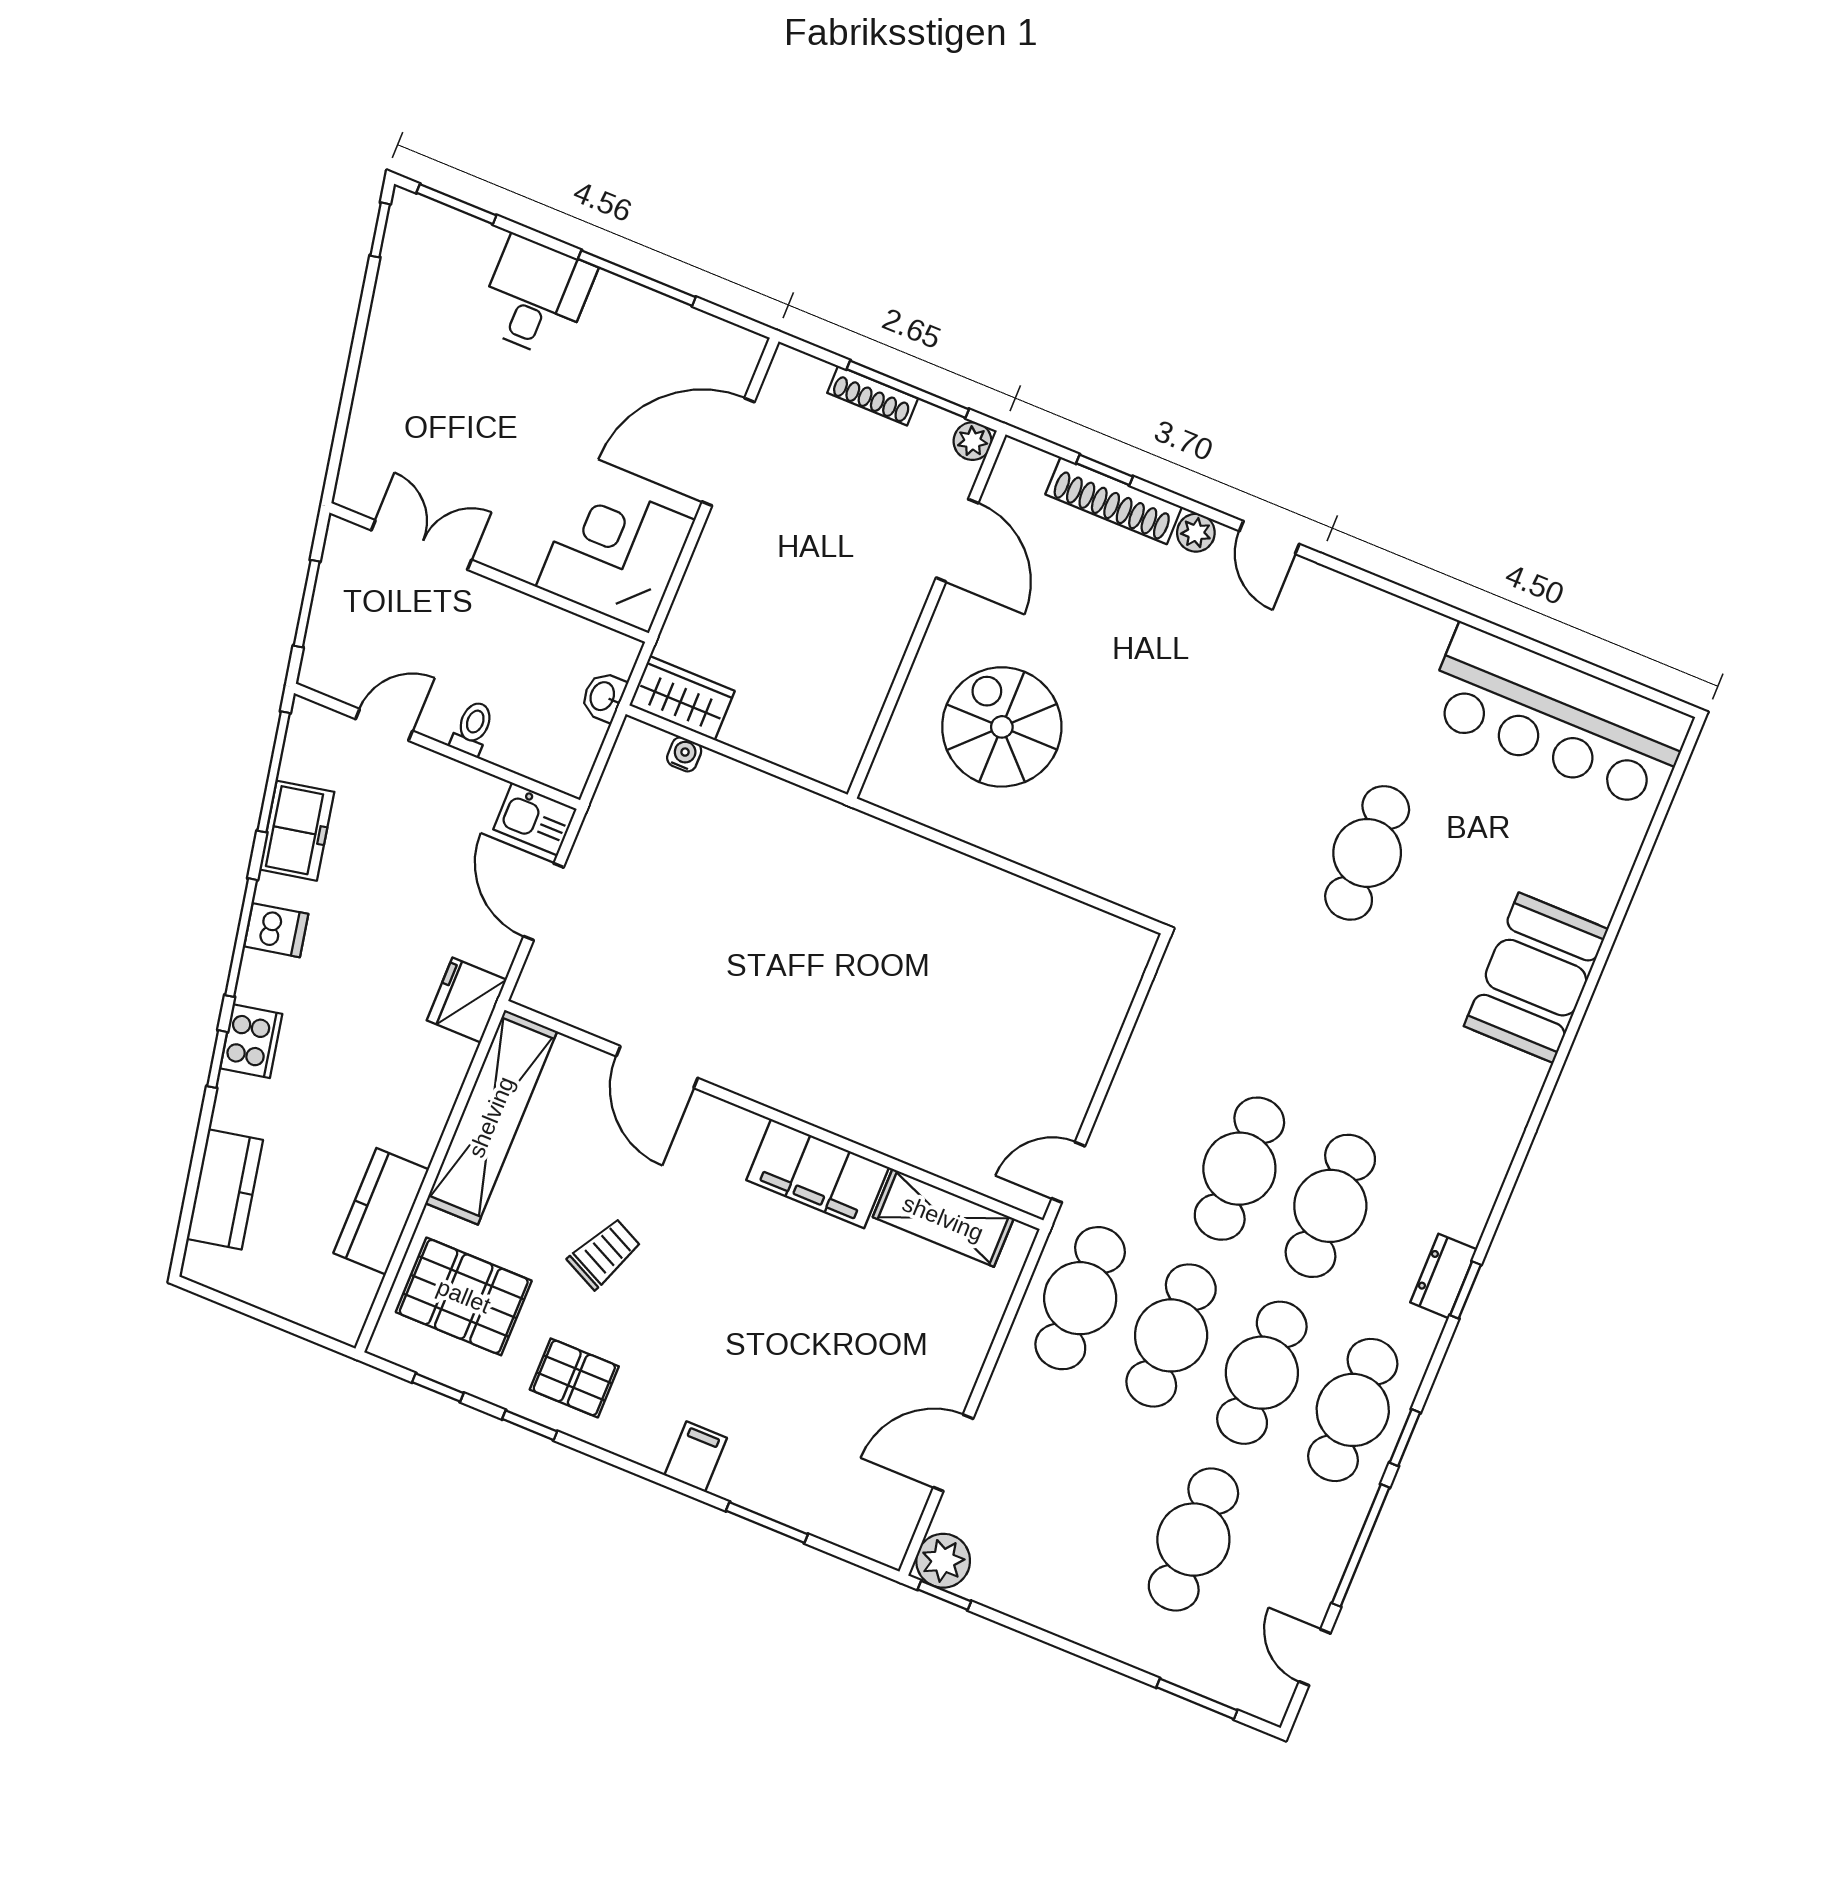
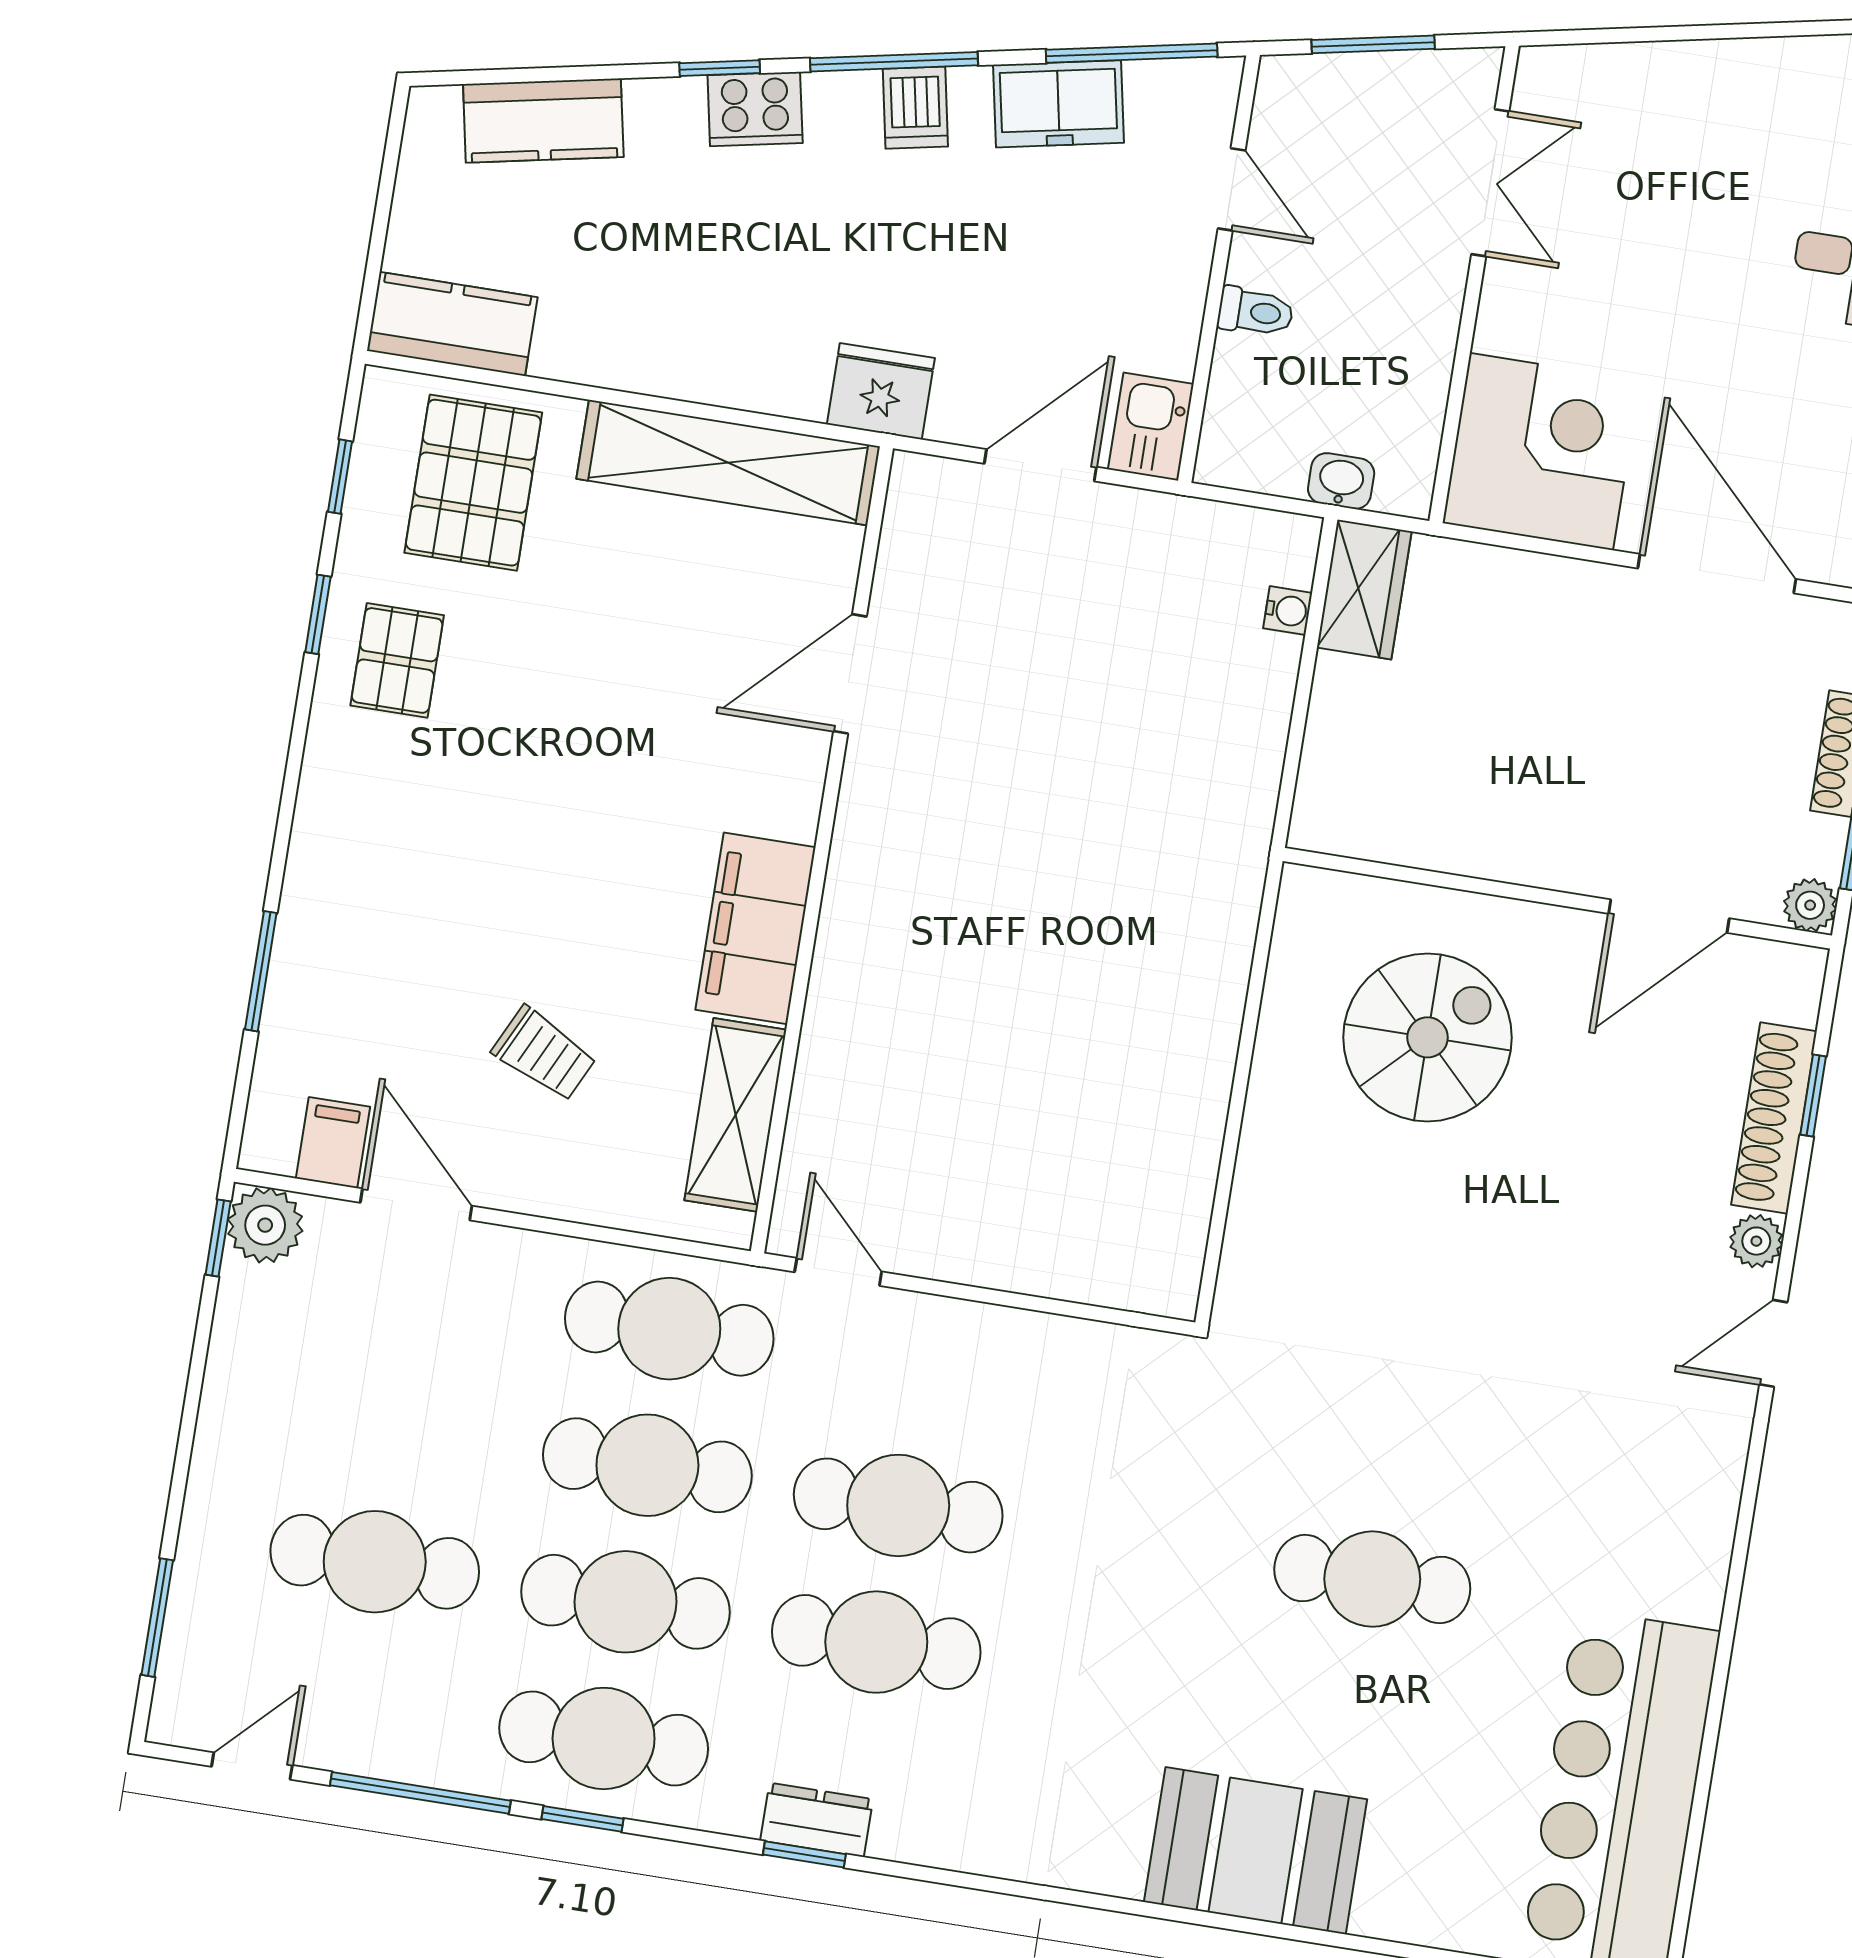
kitchen counter: (381, 1211) -> (452, 324), moved
trolley: (604, 1254) -> (544, 1054), moved
filing cabinet: (696, 1457) -> (333, 1143), moved, turned -90

